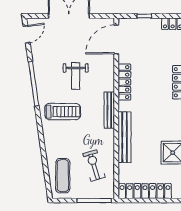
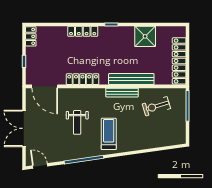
weight bench: (76, 76) -> (77, 122), turned 90
bench: (109, 110) -> (122, 93), moved
exercise mat: (63, 176) -> (165, 134), removed

